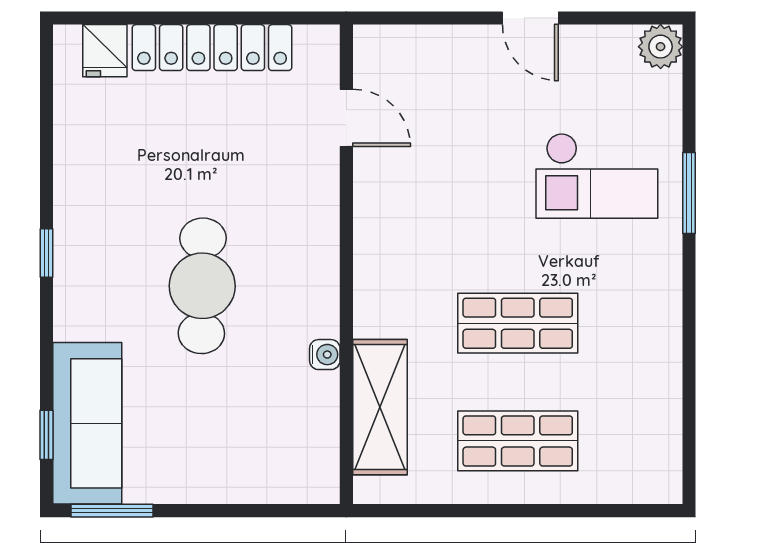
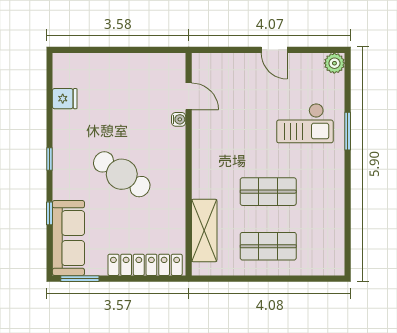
locker: (212, 48) -> (145, 265), moved, turned 180
fridge: (105, 51) -> (65, 99), moved, turned -90
cafe table: (202, 286) -> (122, 174), turned -57
water cooler: (325, 355) -> (179, 119), moved
window: (47, 435) -> (50, 213), moved

